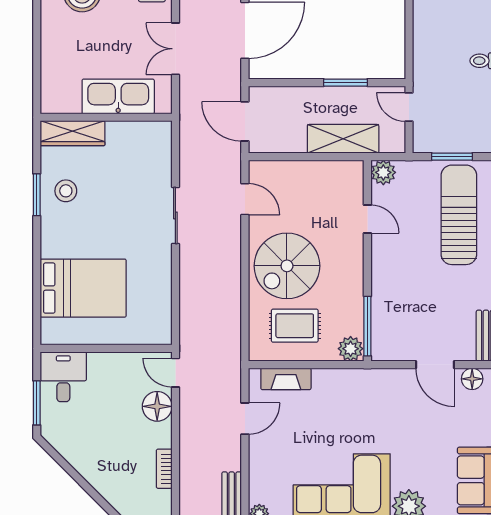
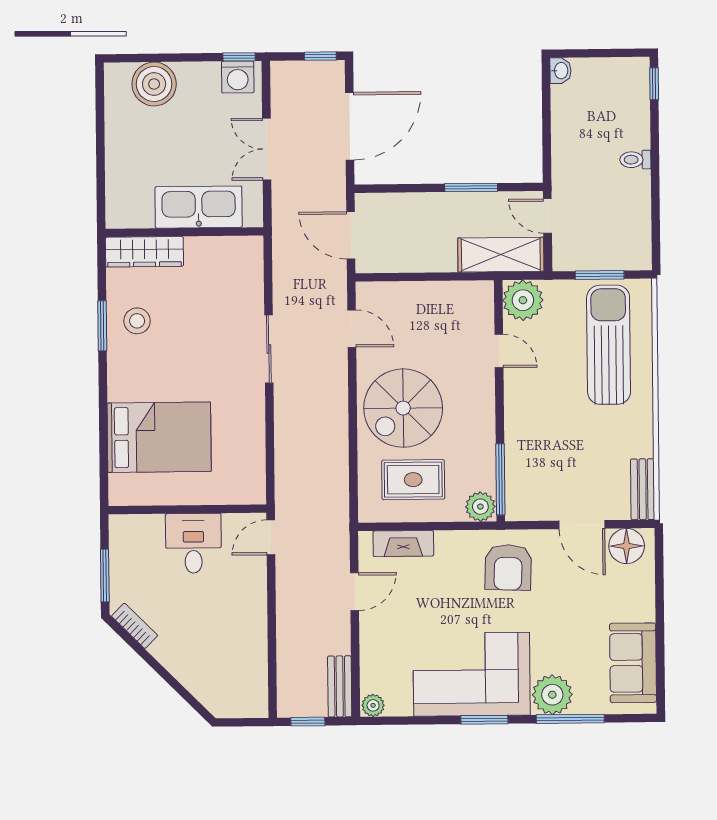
shelving: (343, 139) -> (501, 255), moved
plant: (383, 172) -> (523, 300), width x1.36, depth x1.36
door: (175, 373) -> (271, 537), hinge flipped
desk: (63, 377) -> (193, 543), moved
floor lamp: (472, 379) -> (627, 546), width x1.38, depth x1.38
armchair: (373, 400) -> (508, 567), added
floor lamp: (157, 406) -> (249, 578), removed
bookcase: (164, 469) -> (135, 626), moved, turned 135

